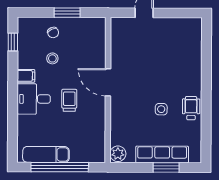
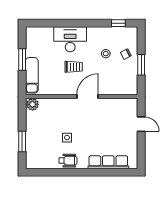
filing cabinet: (26, 76) -> (92, 33), removed
desk: (34, 99) -> (70, 39), width x1.37
exam couch: (46, 154) -> (32, 75), moved
row of seats: (162, 154) -> (108, 162), moved, turned -90
window: (60, 167) -> (22, 59), width x0.47

